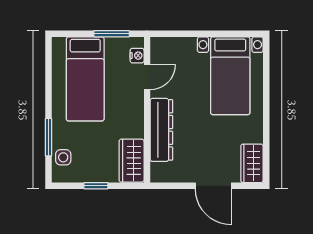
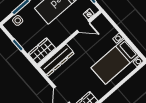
dresser: (161, 130) -> (57, 60), moved

